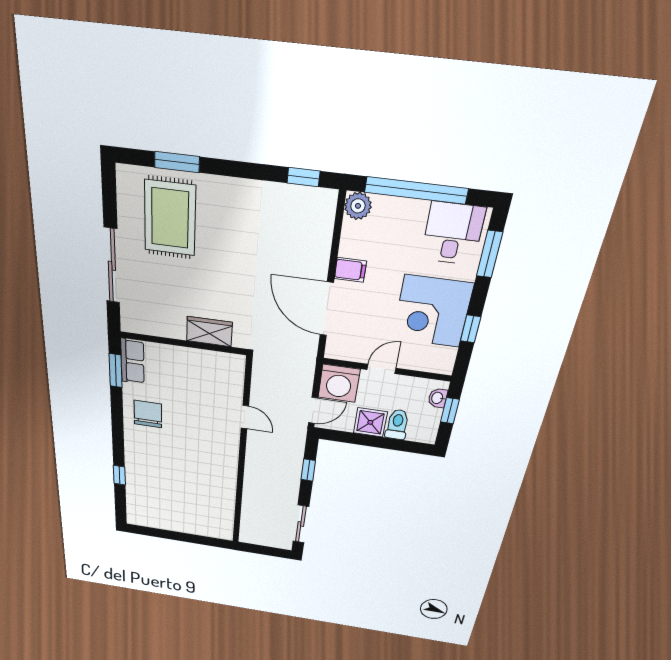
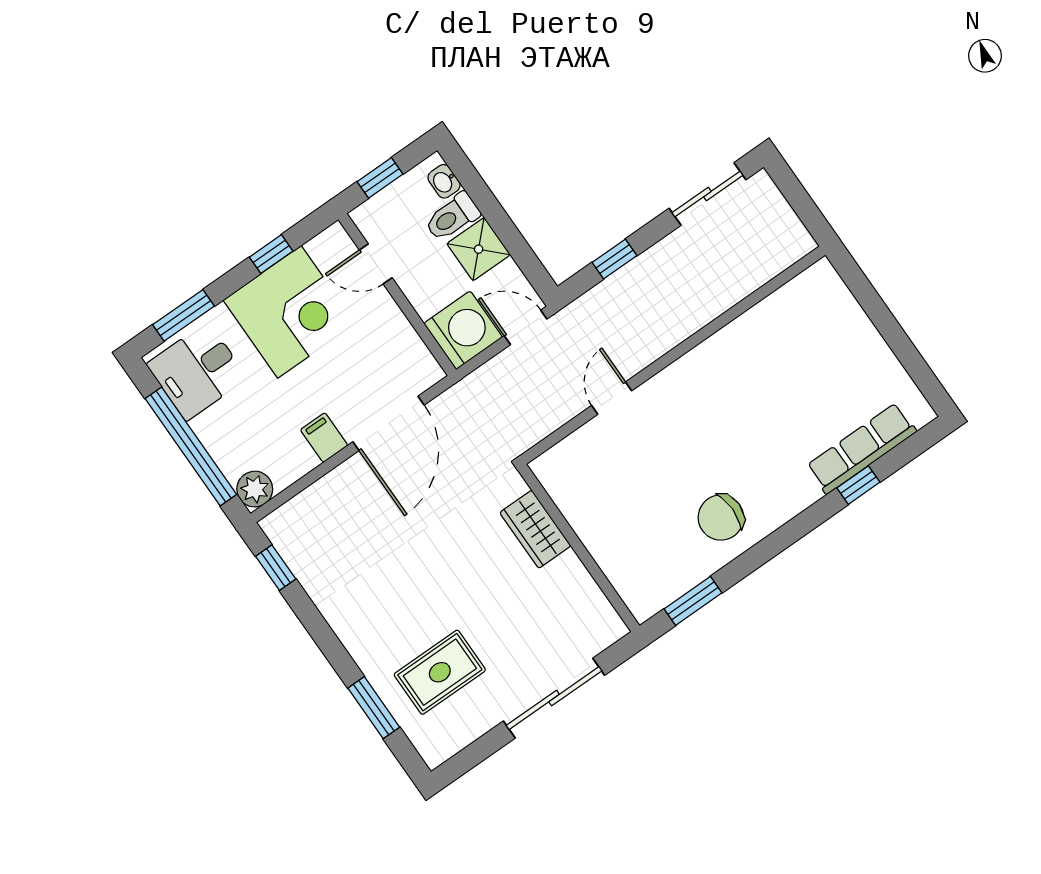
rug: (170, 218) -> (440, 672), width x0.73, depth x0.70
row of seats: (132, 361) -> (862, 448), moved, width x1.48
door: (381, 369) -> (376, 264), moved
washbasin: (438, 398) -> (444, 181), moved, turned 90

